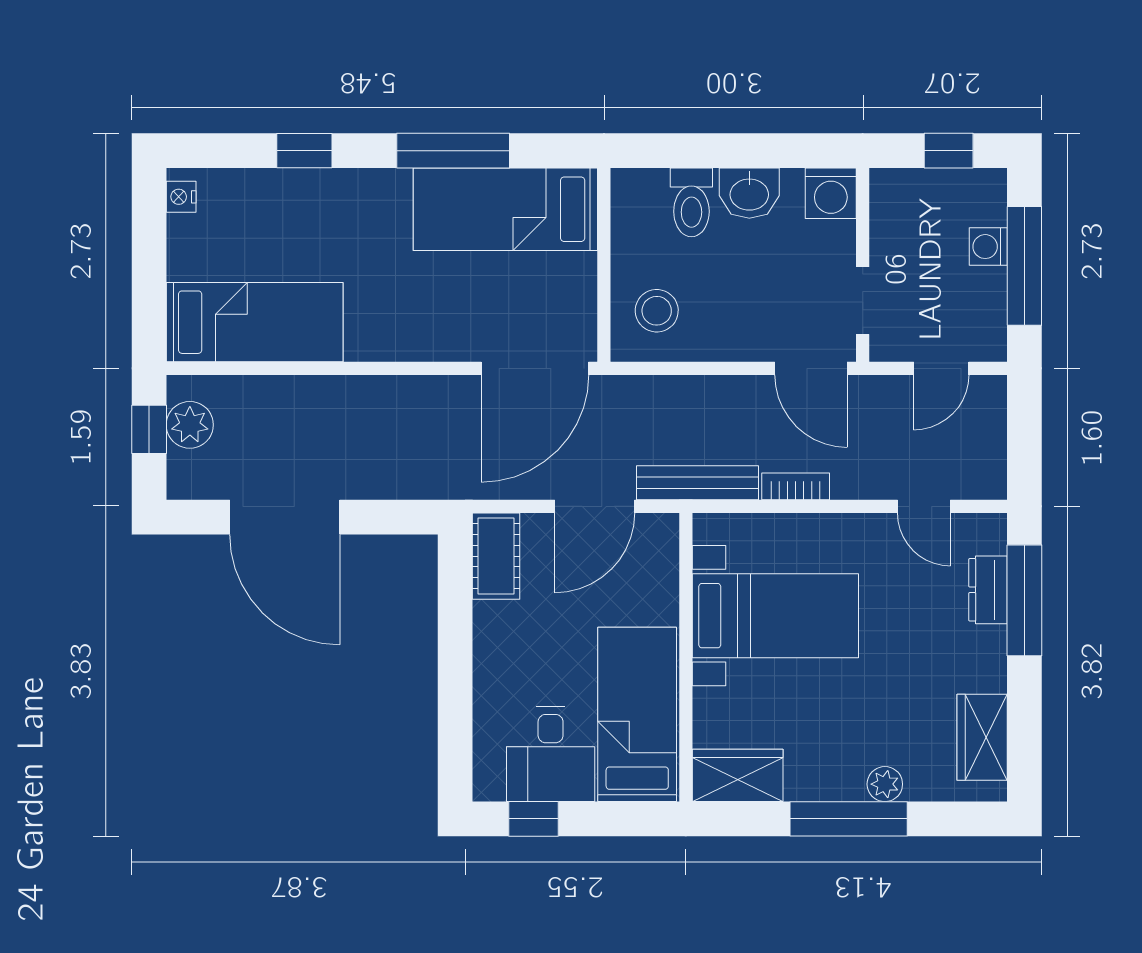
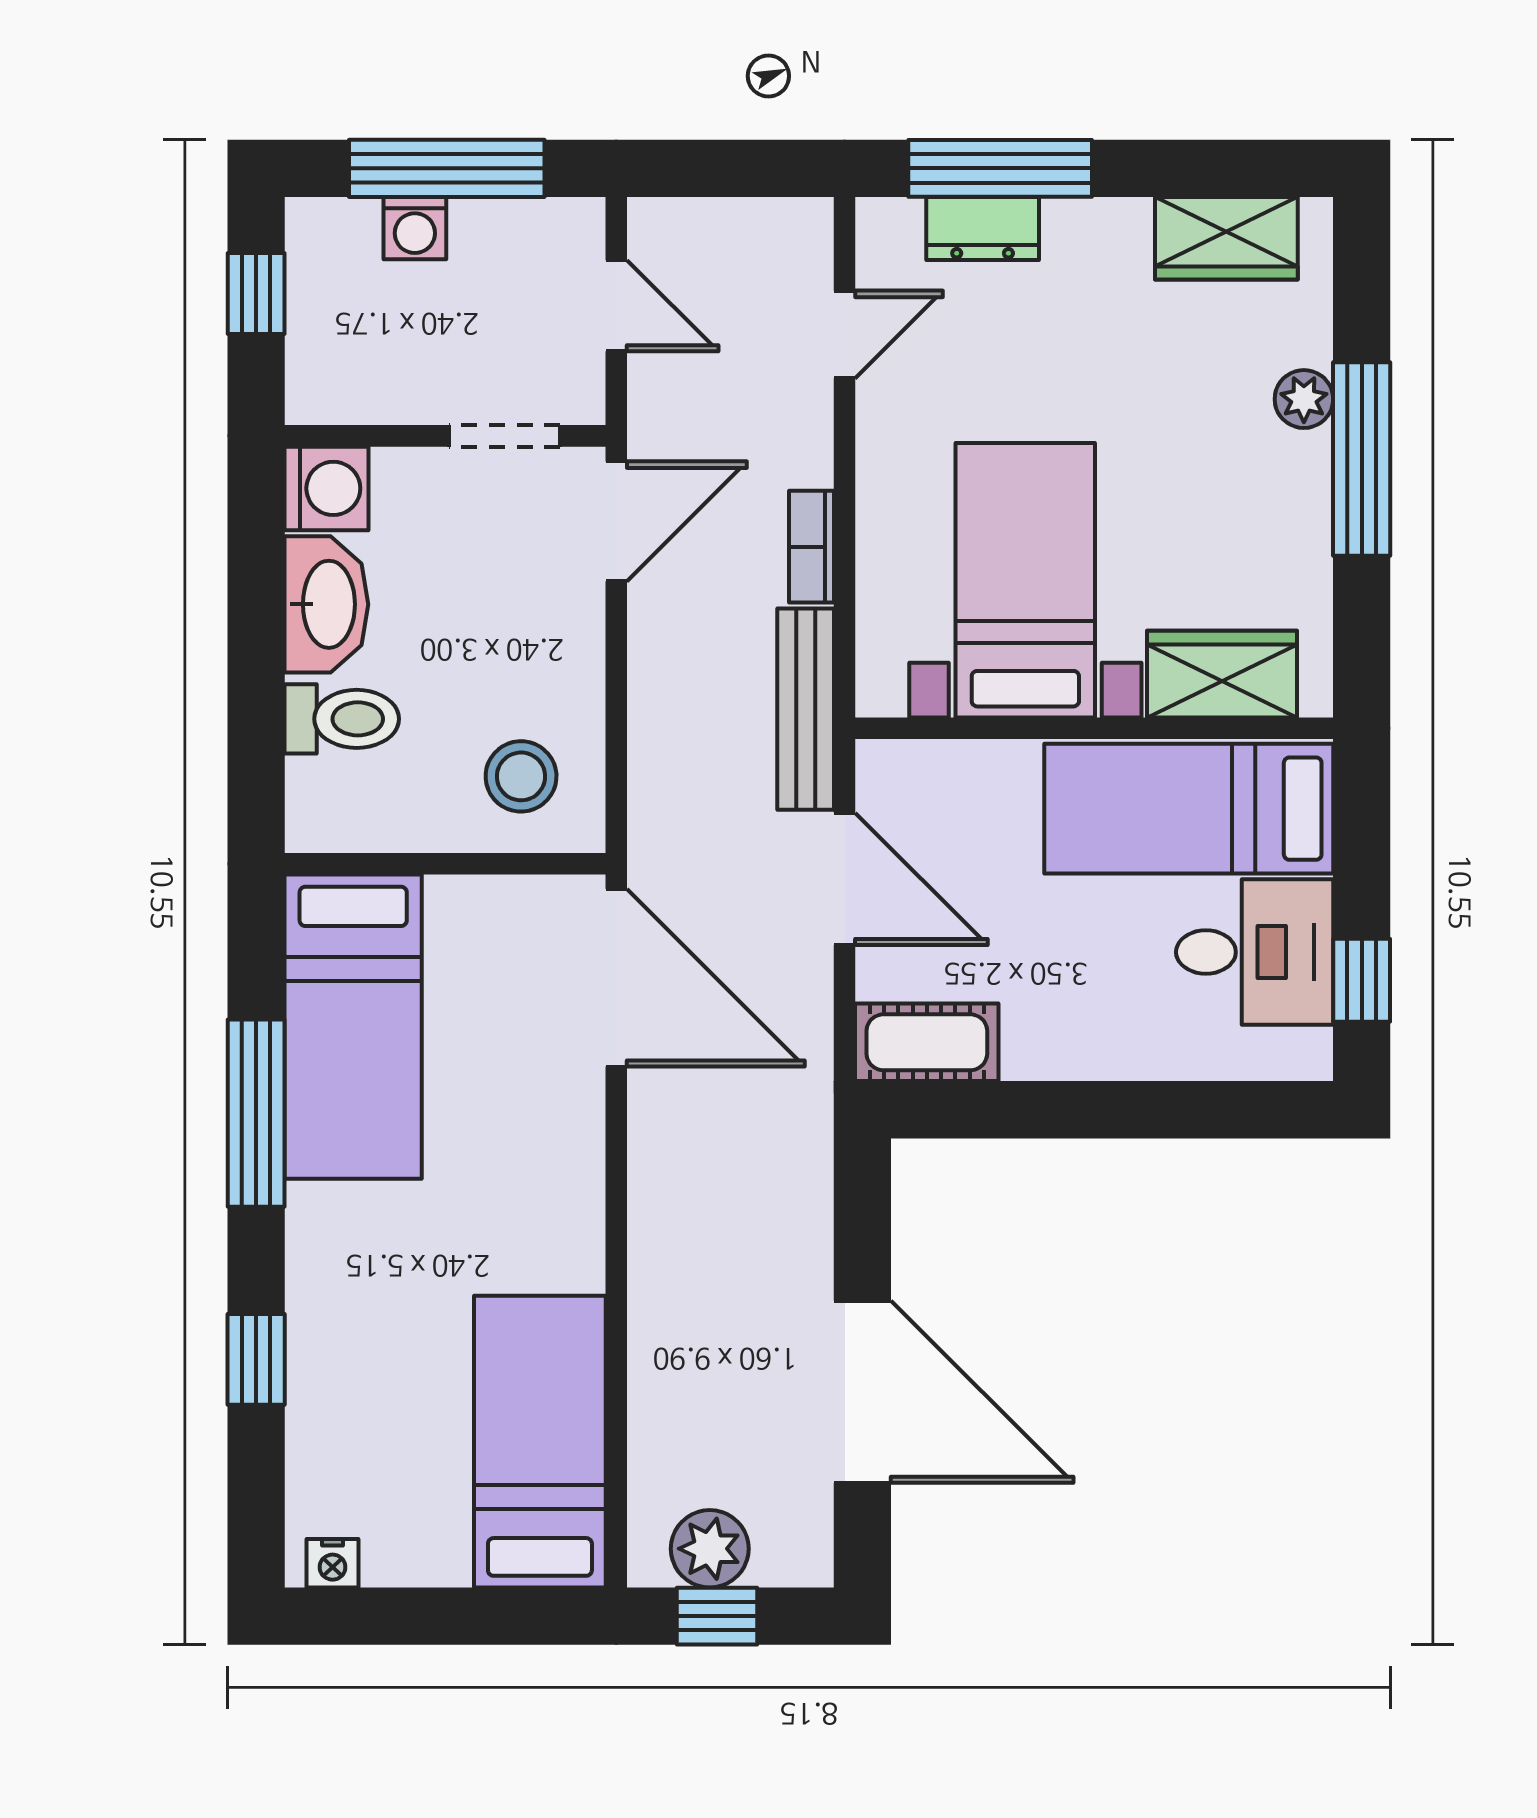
washbasin: (749, 193) -> (326, 604), width x1.38
door: (285, 517) -> (862, 1392), hinge flipped
wardrobe: (738, 775) -> (1222, 674), moved, turned 90

